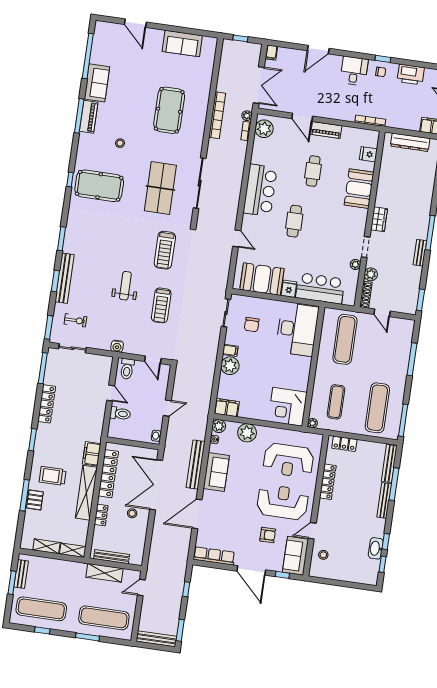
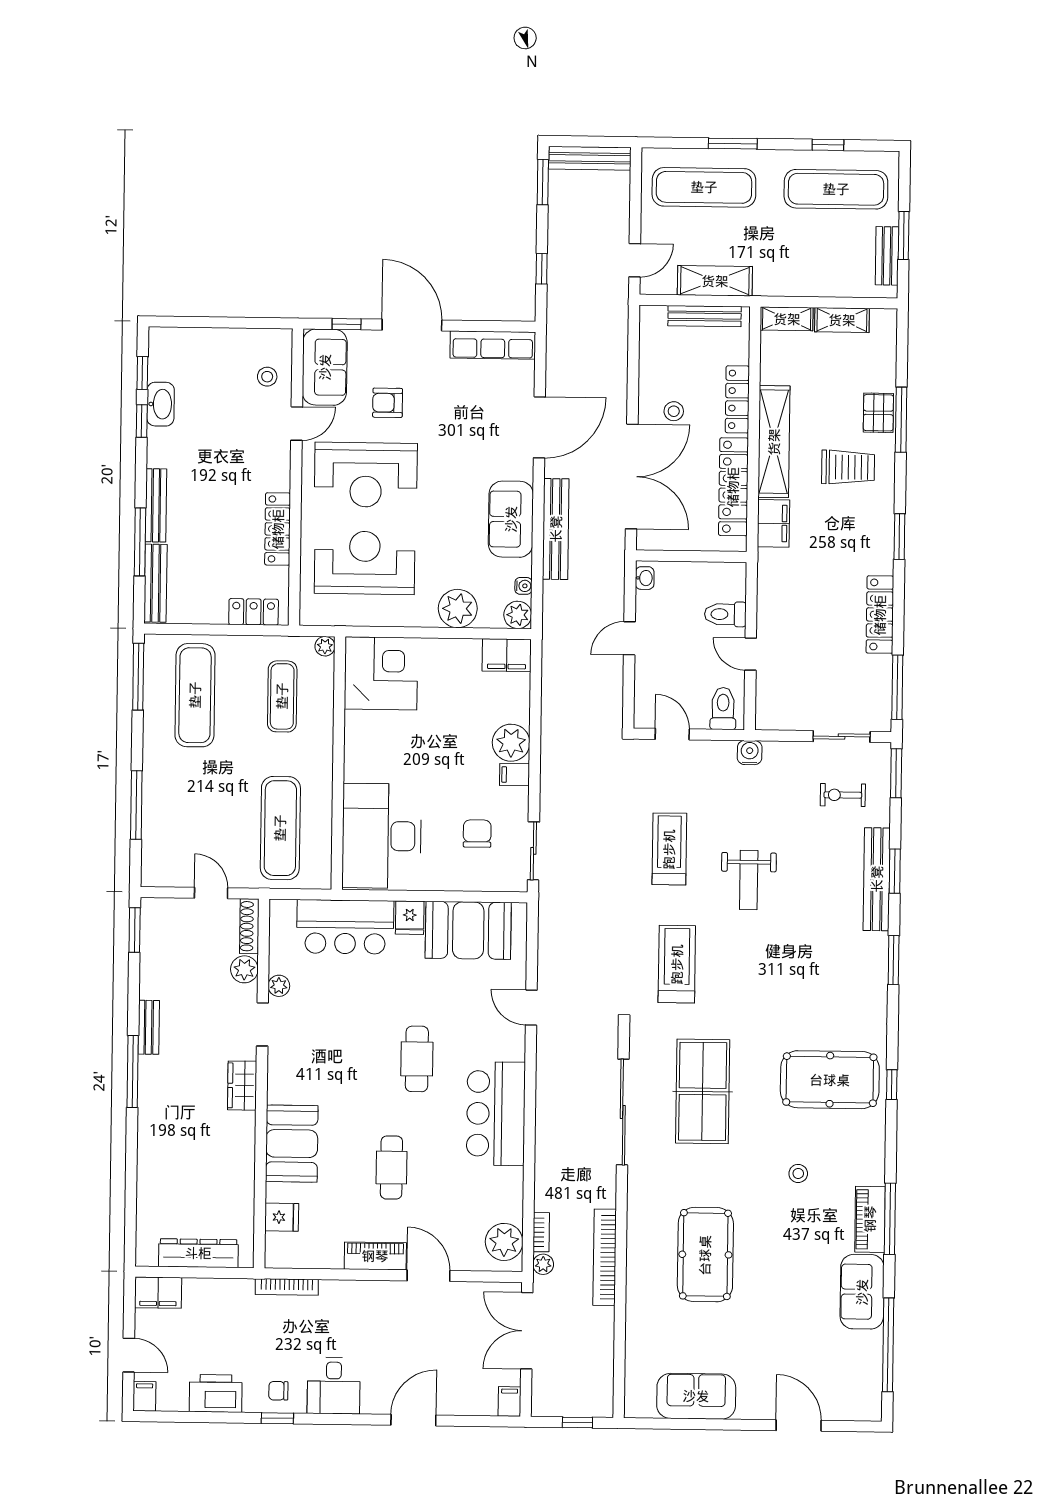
locker: (101, 515) -> (737, 399), width x1.53

